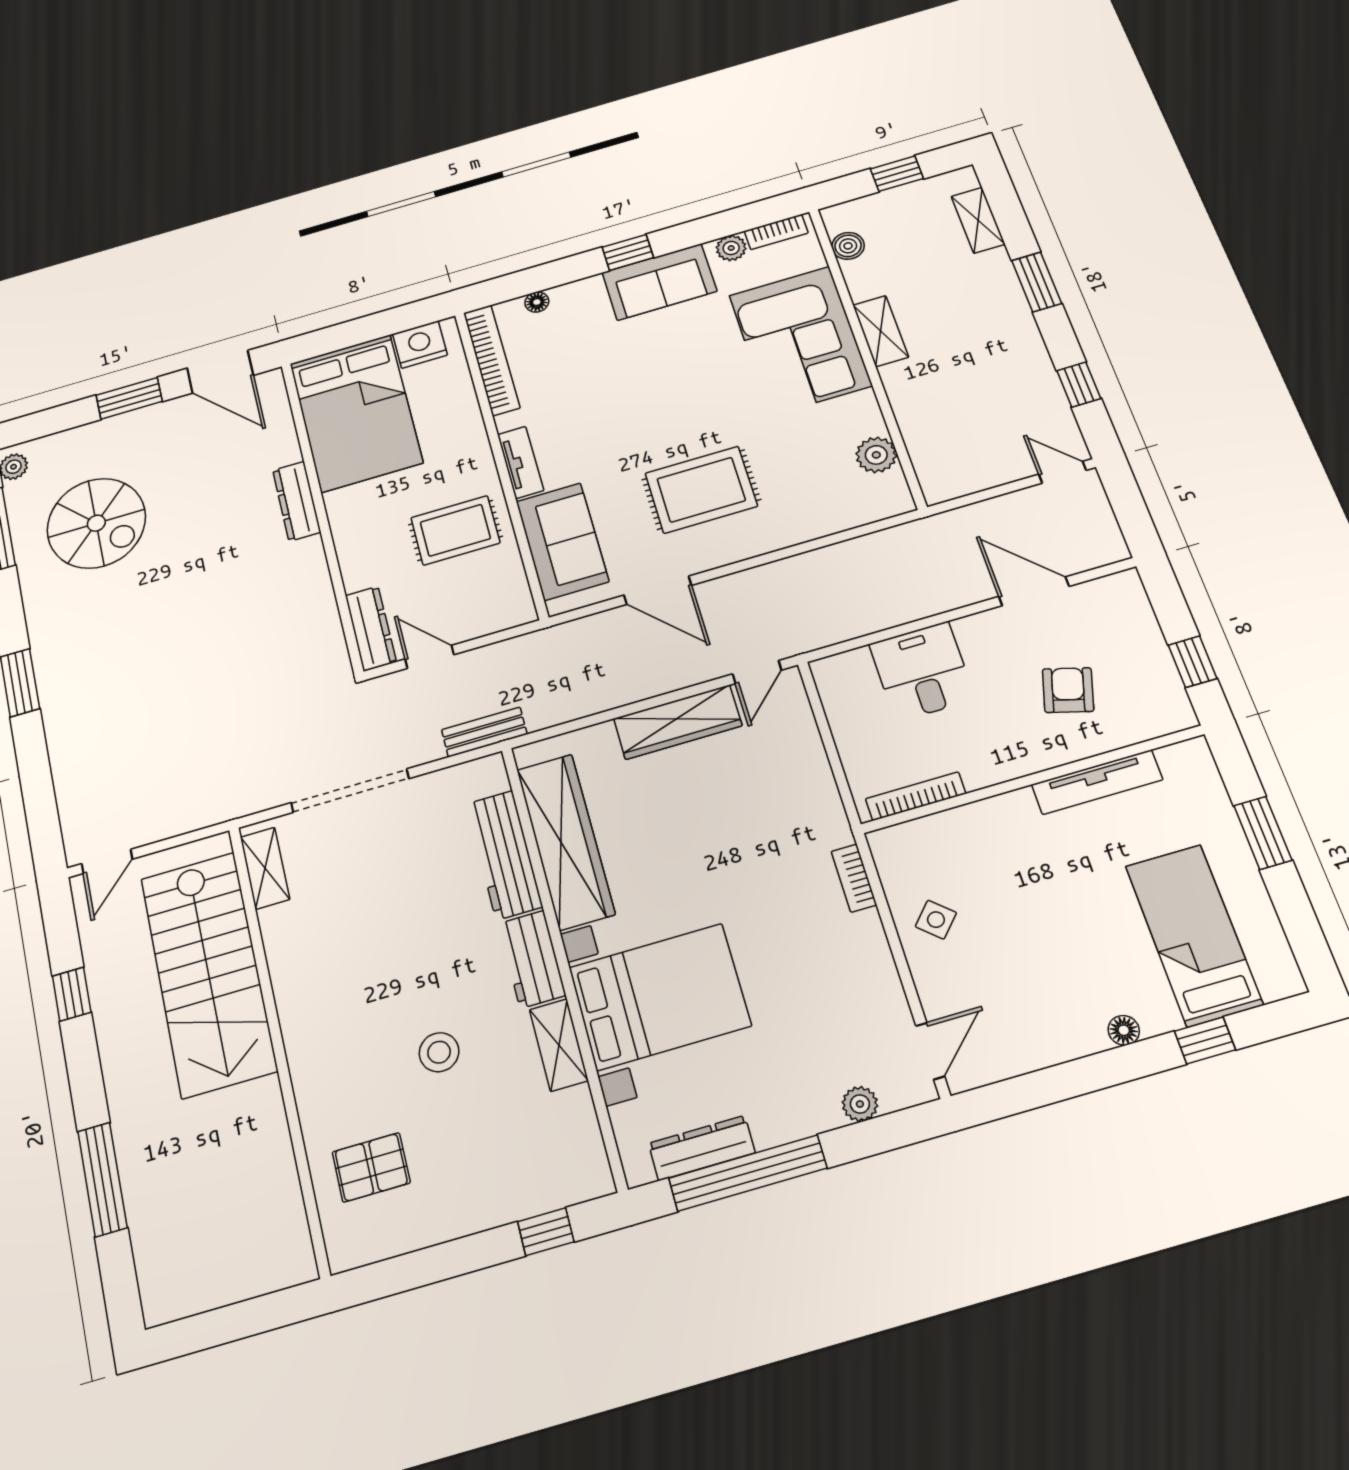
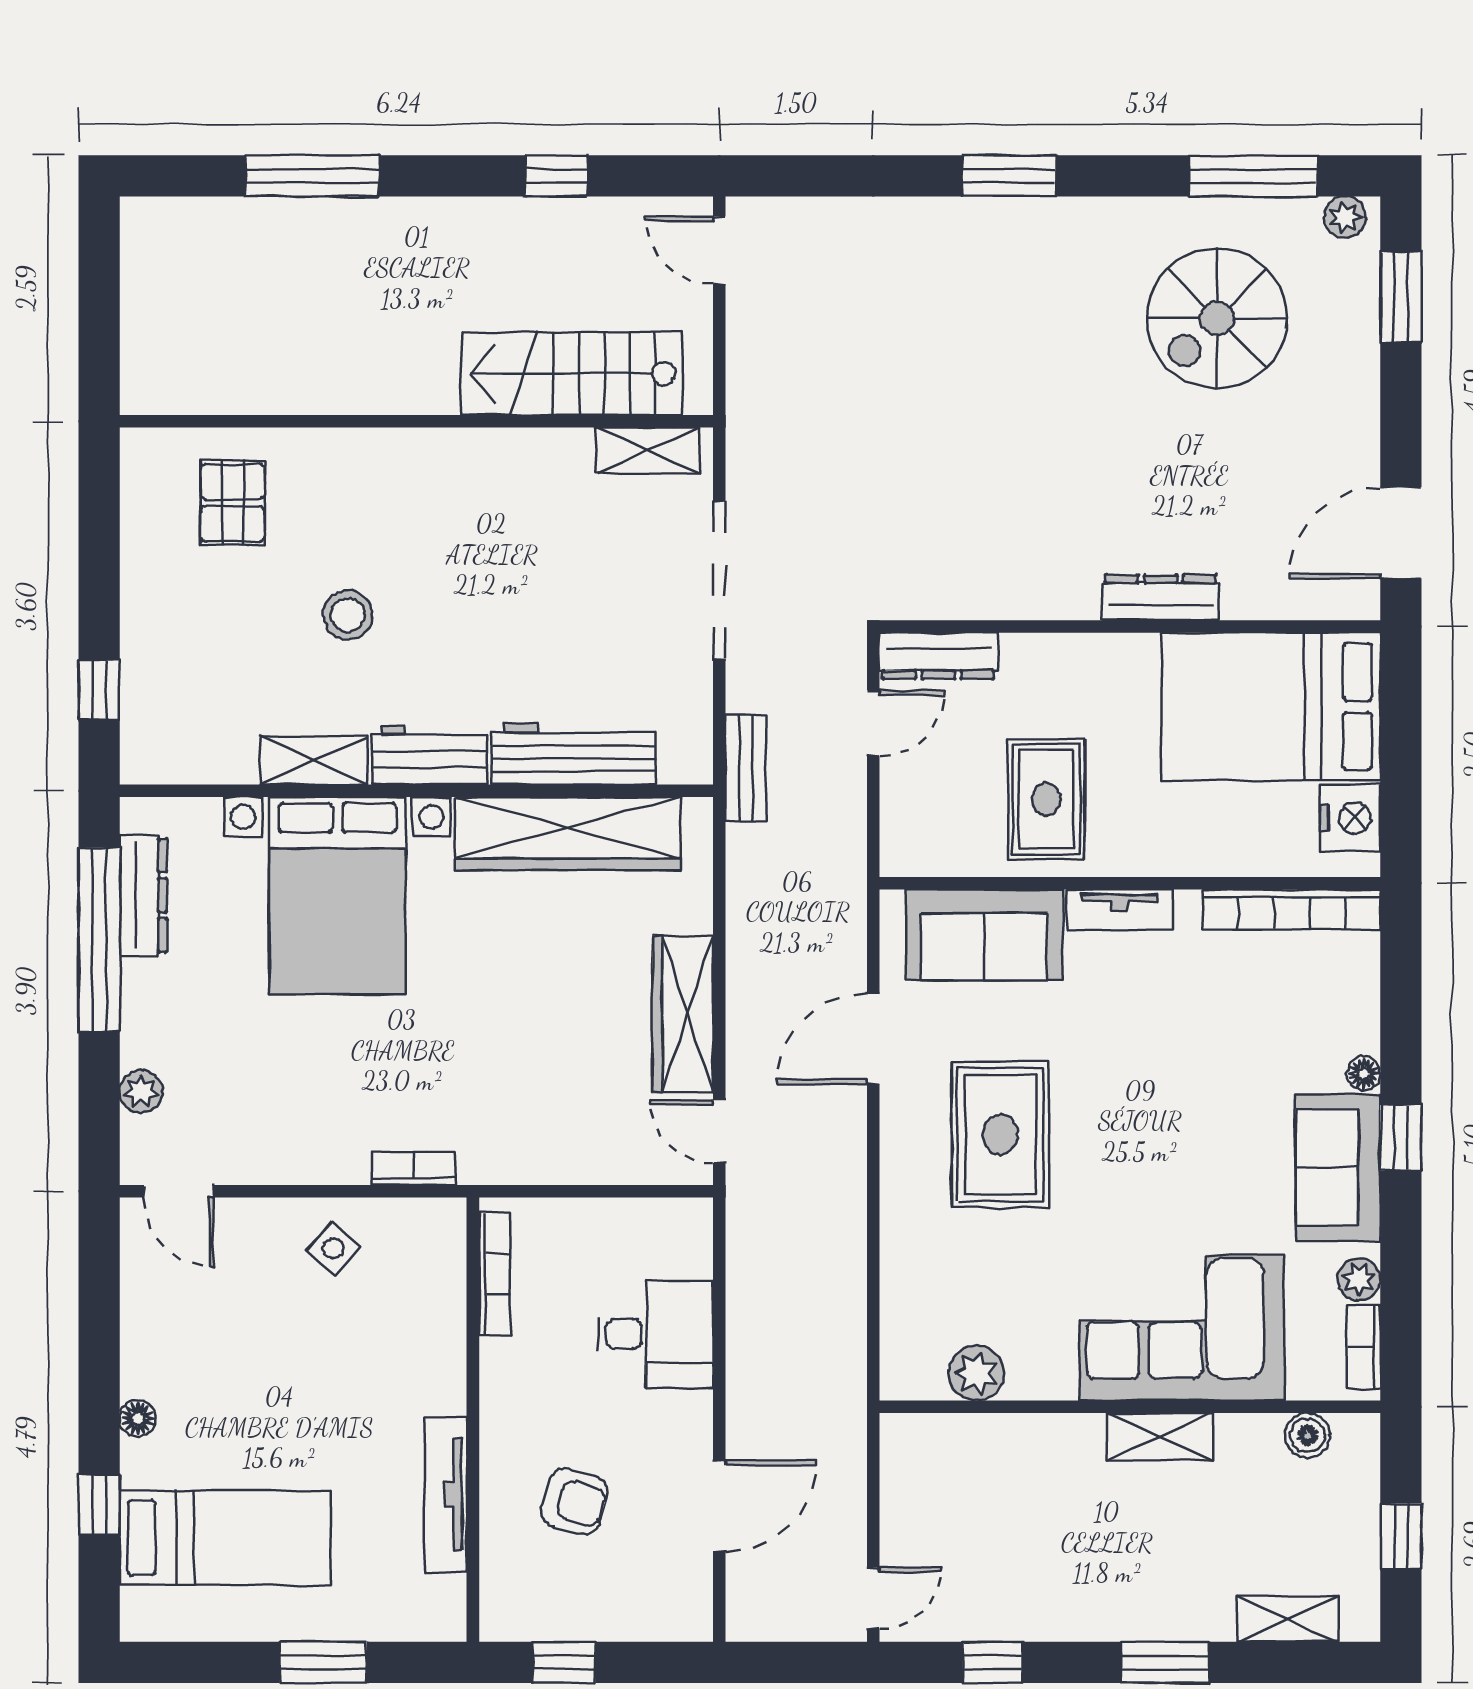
floor lamp: (537, 302) -> (1364, 1073), moved
window: (129, 398) -> (1401, 297), moved
stairs: (208, 973) -> (571, 374), width x0.73, depth x0.66

